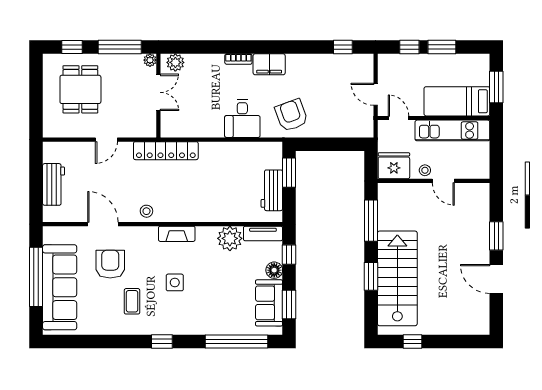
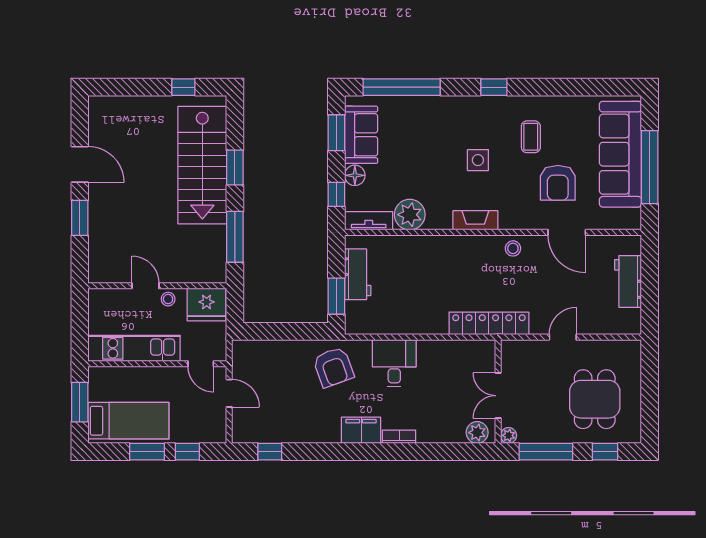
bed: (457, 101) -> (128, 421), moved

